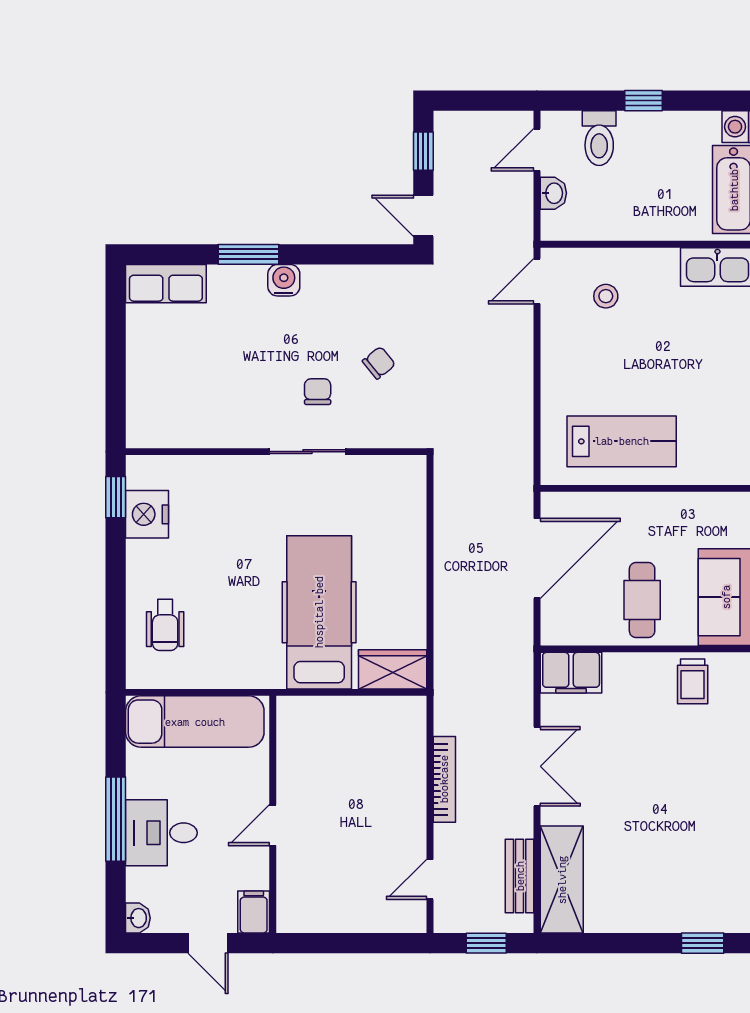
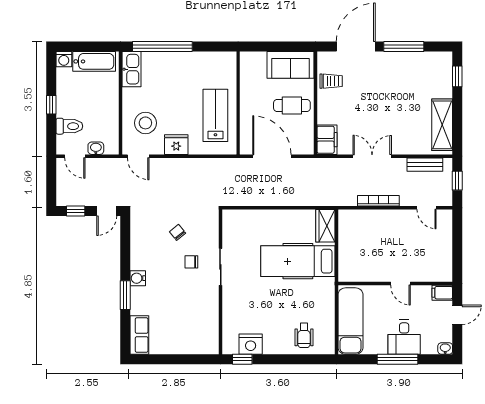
stool: (606, 296) -> (145, 123), width x1.89, depth x1.89
fridge: (561, 360) -> (176, 145), added
wheelchair: (165, 625) -> (304, 335), turned 90
shelving: (562, 880) -> (442, 125), moved, turned 90

